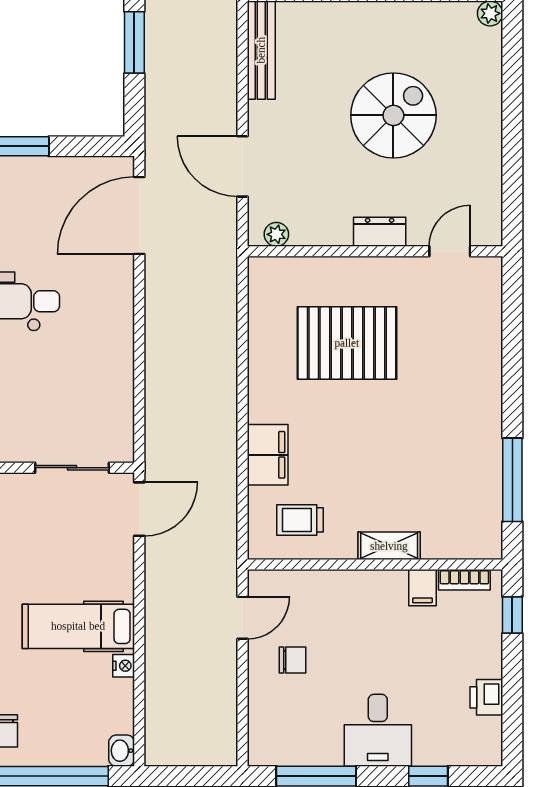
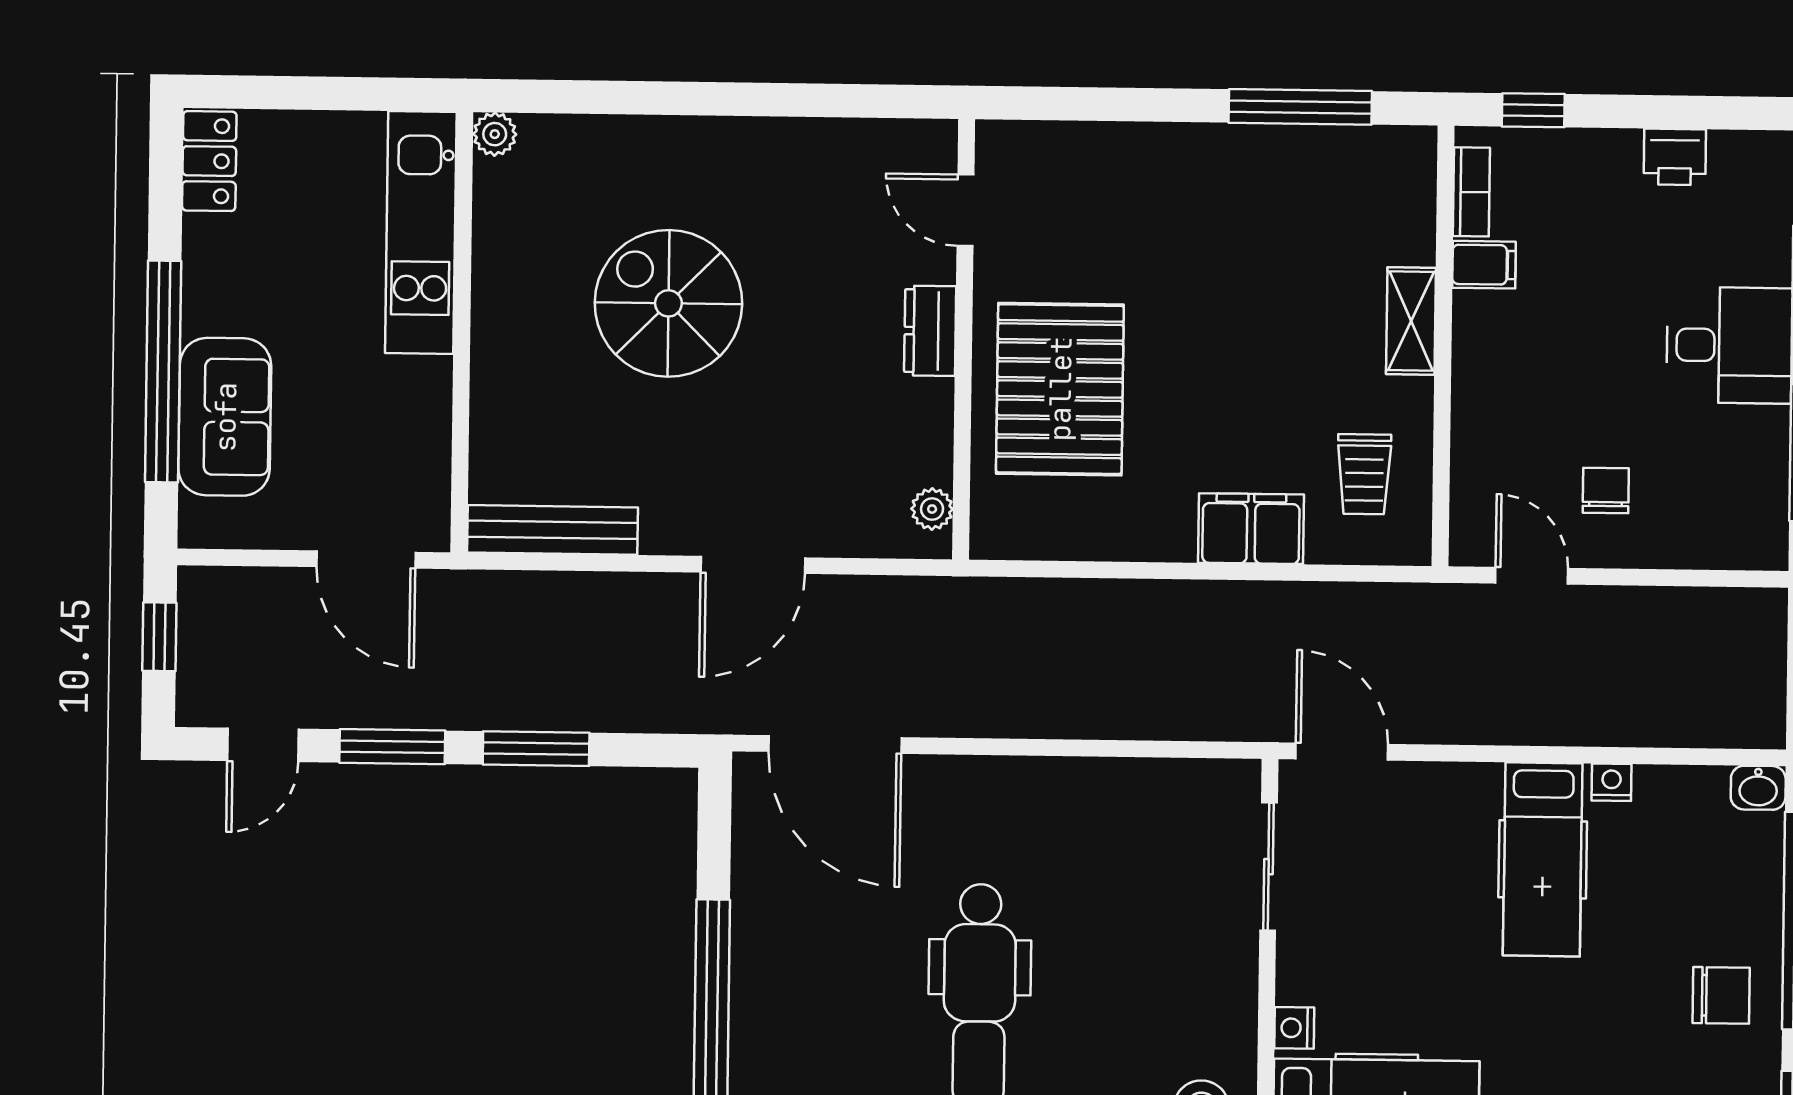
dresser: (380, 232) -> (930, 331), moved
plant: (276, 234) -> (932, 509), moved
wall: (375, 251) -> (964, 339), moved
door: (450, 251) -> (965, 210), moved

